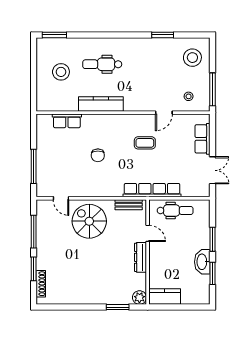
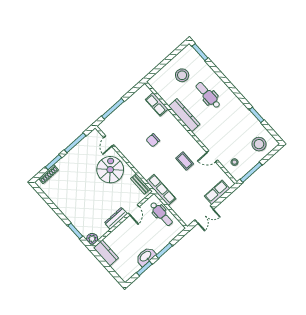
row of seats: (152, 190) -> (161, 190), width x0.73

